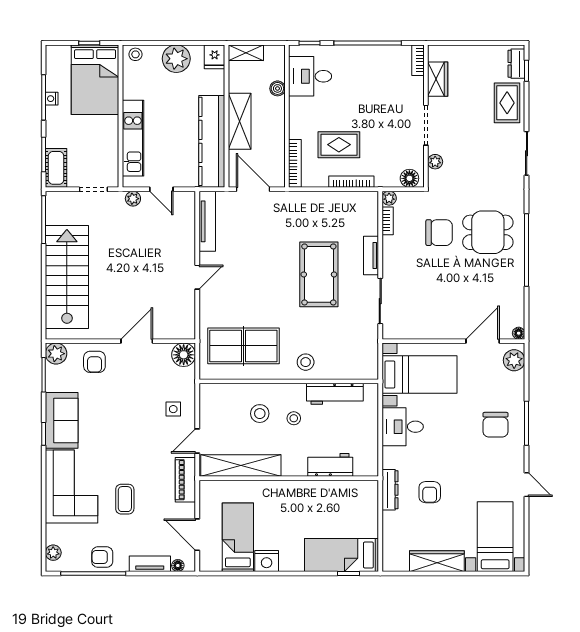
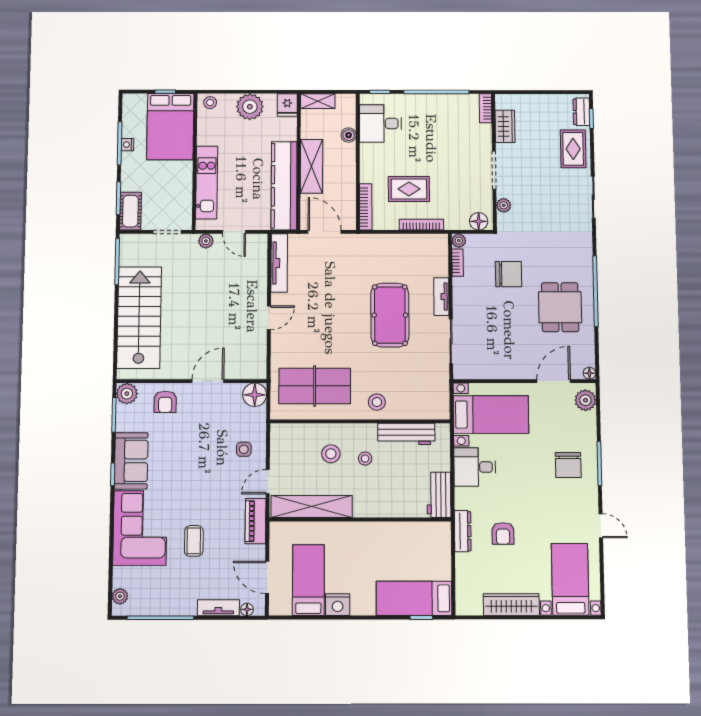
dining table: (488, 232) -> (560, 307), moved, turned 90
workbench: (330, 465) -> (439, 495), moved, turned -90
armchair: (102, 557) -> (170, 601), removed

